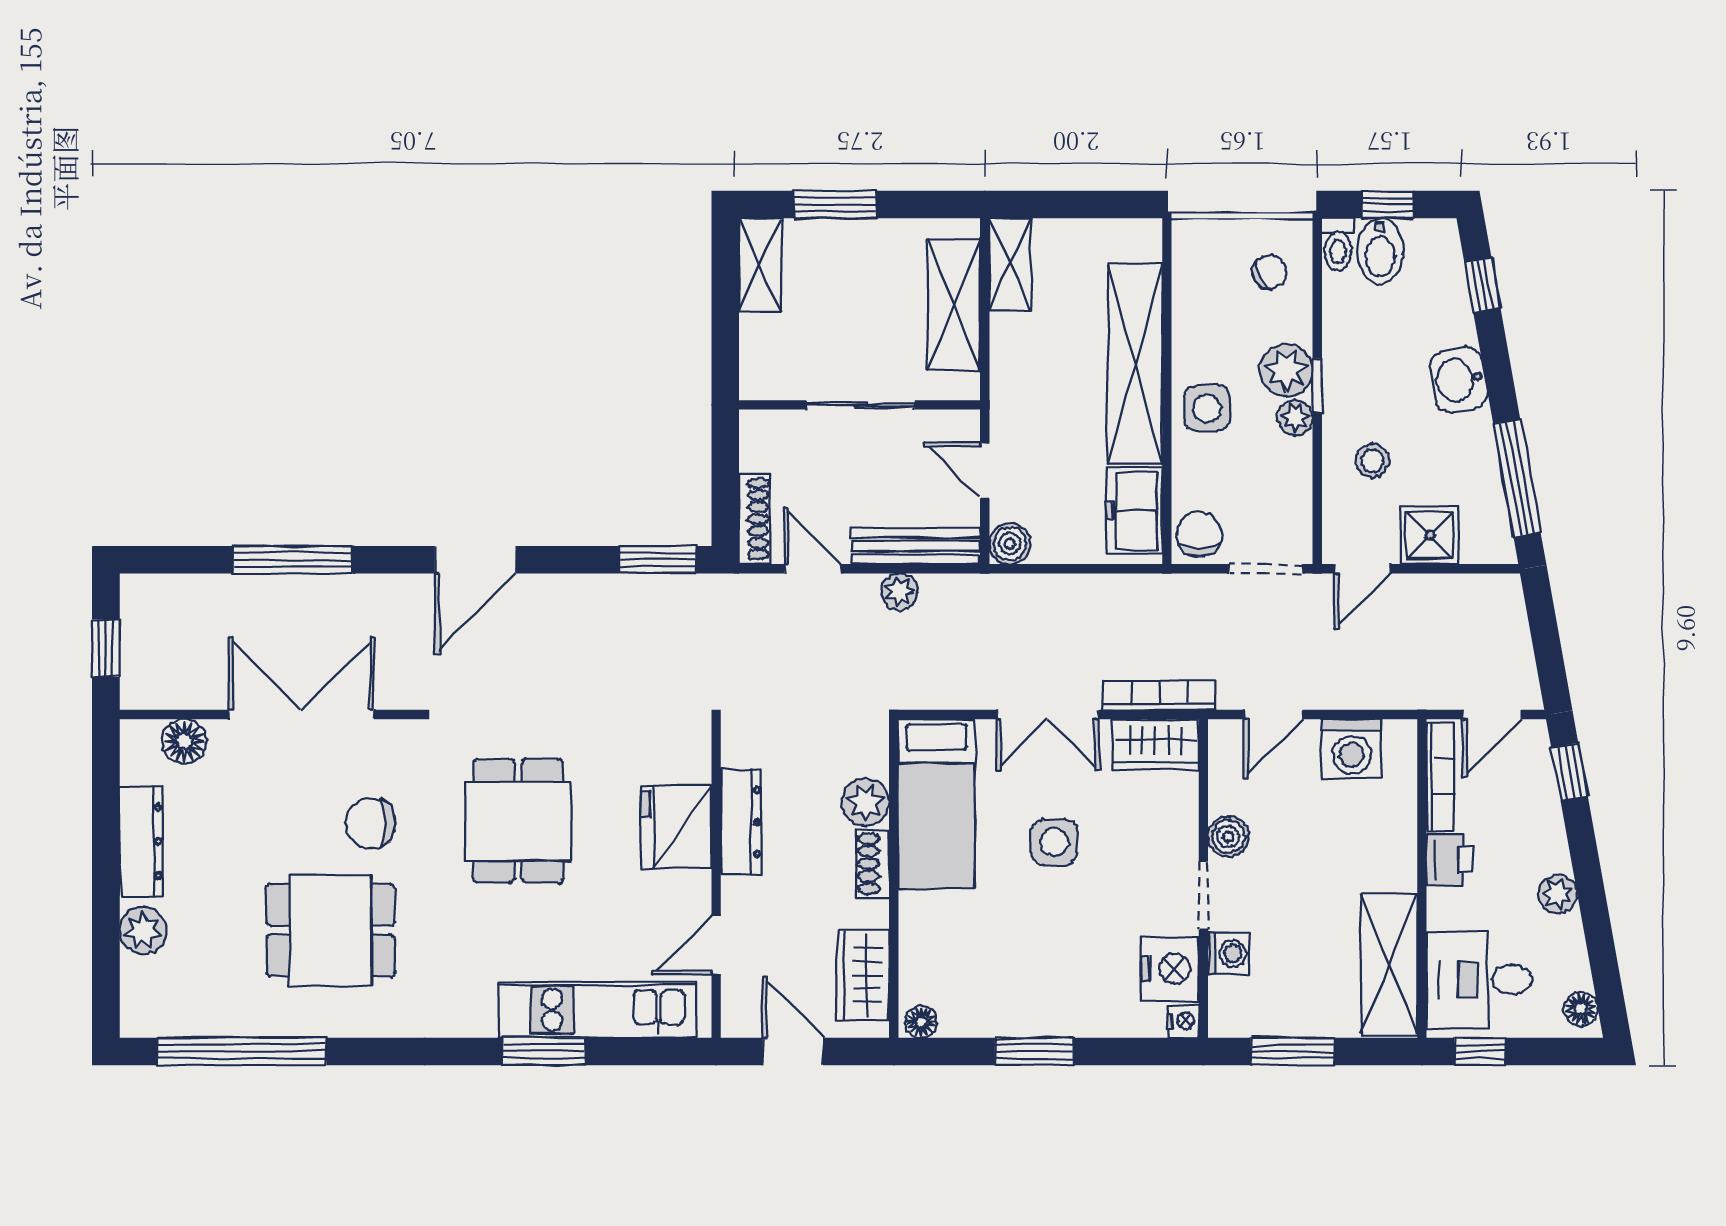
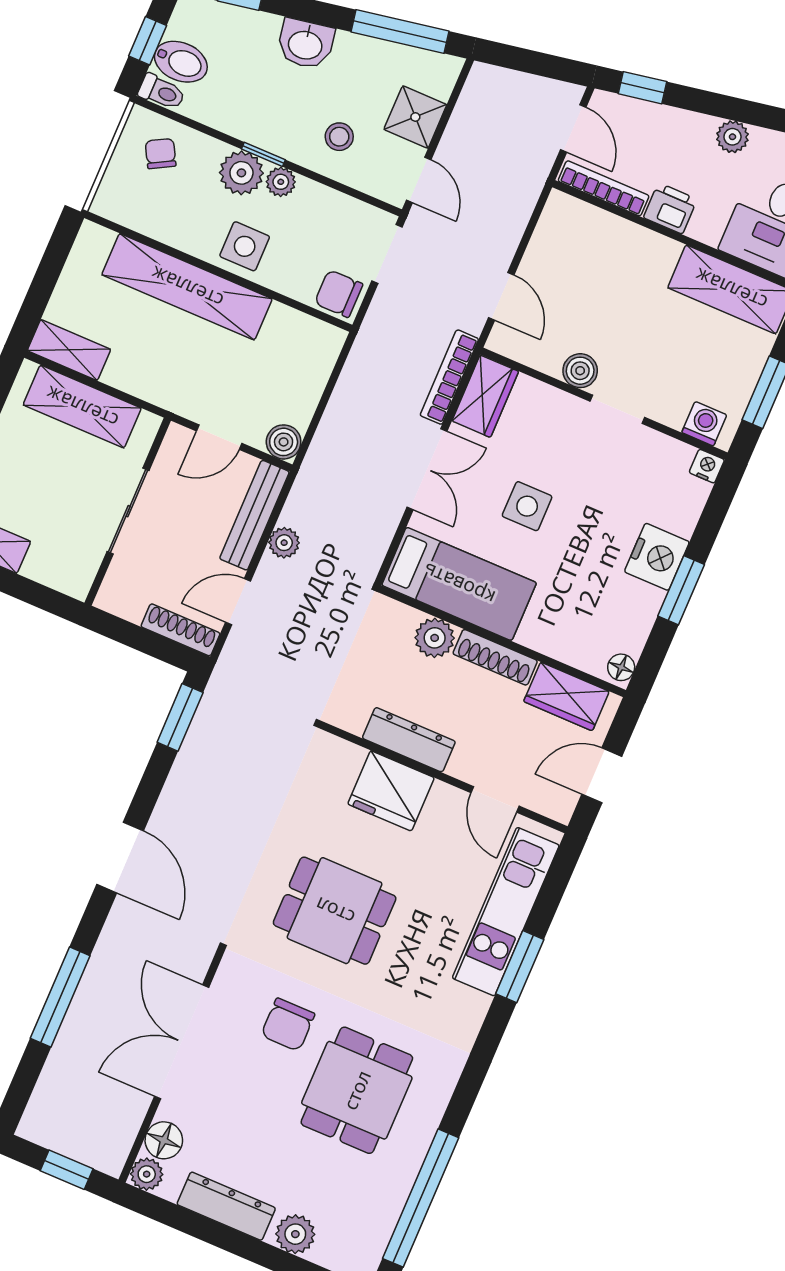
freezer: (1134, 511) -> (299, 336), removed
plant: (139, 738) -> (147, 1174), added
washing machine: (1352, 749) -> (553, 247), removed
shoe rack: (873, 864) -> (495, 657), width x1.43
washing machine: (1229, 953) -> (704, 424), moved
nightstand: (1170, 969) -> (657, 557), moved, turned 90

